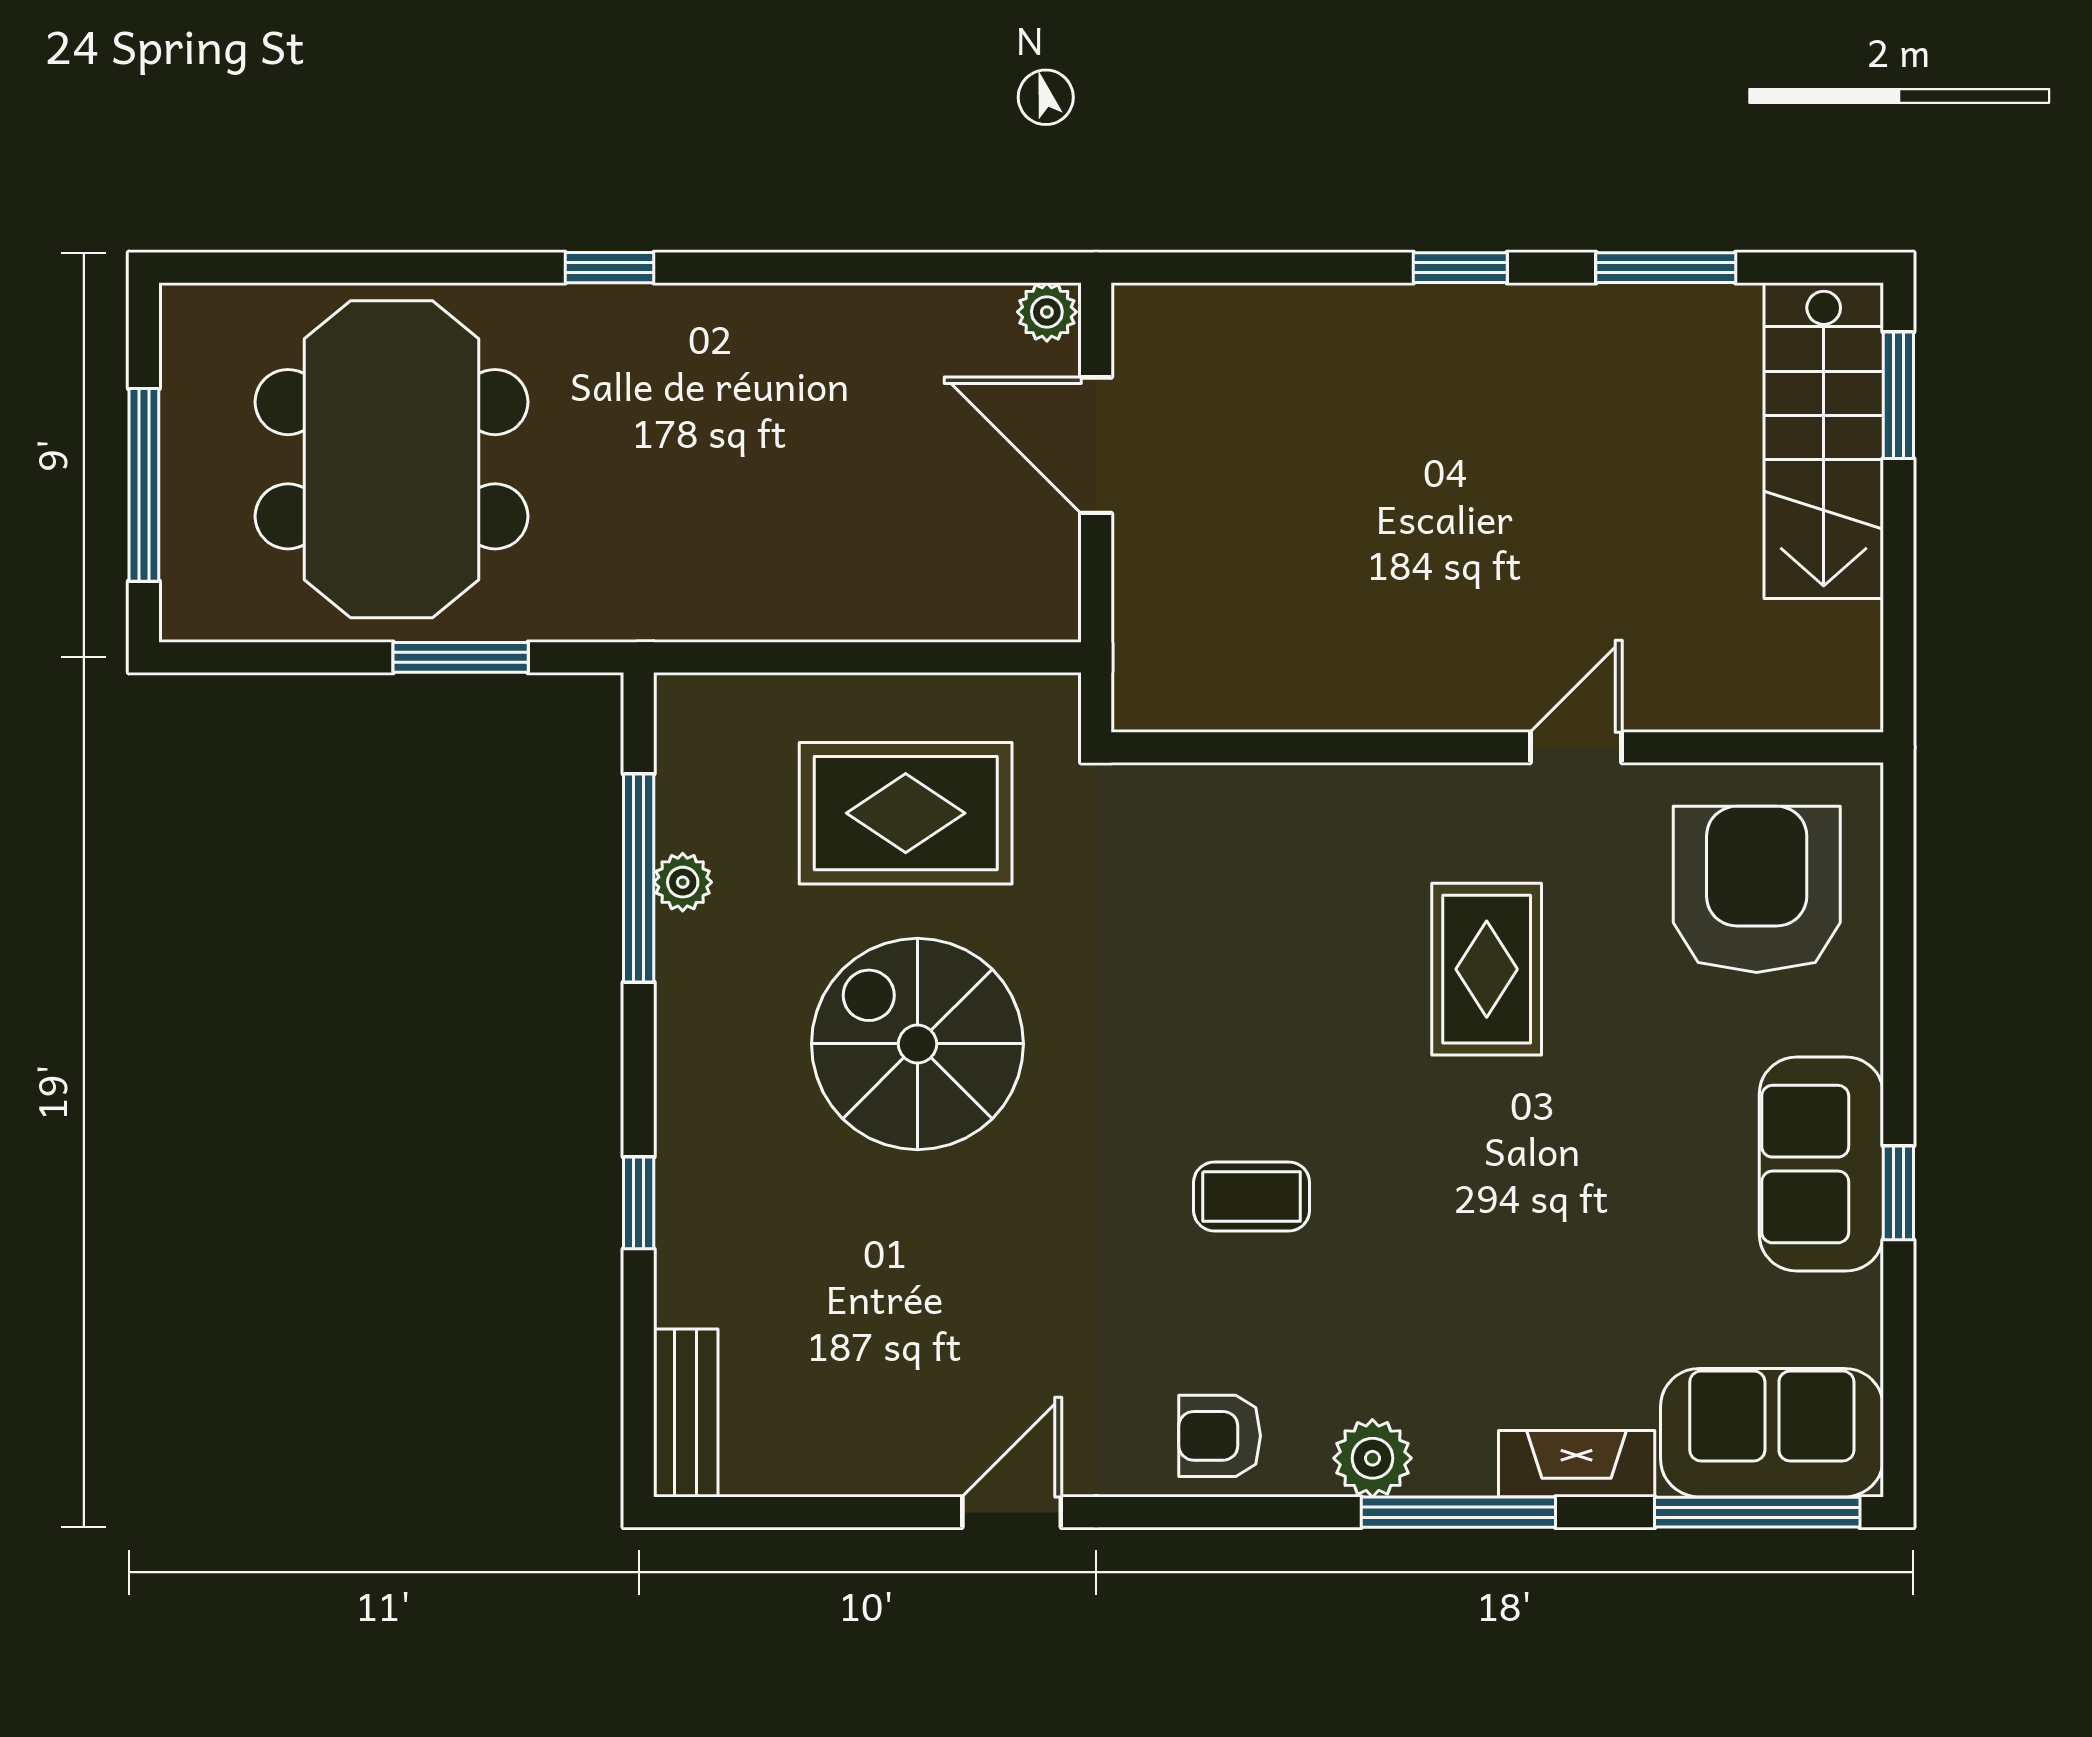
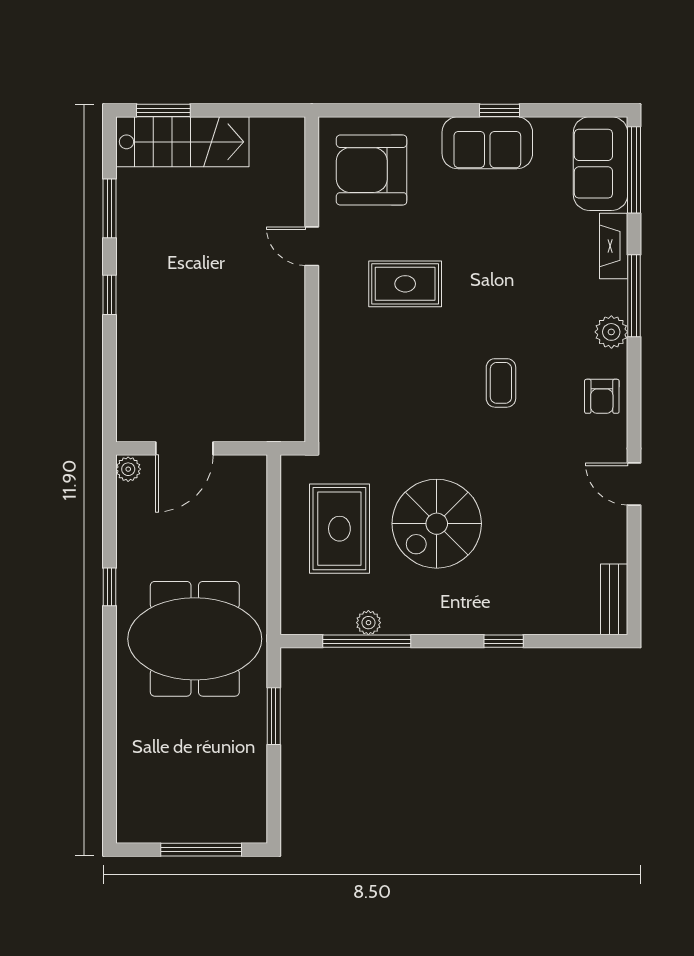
window: (609, 268) -> (110, 587), moved
meeting table: (392, 459) -> (195, 639), moved
bench: (686, 1413) -> (614, 599), moved, turned 90

